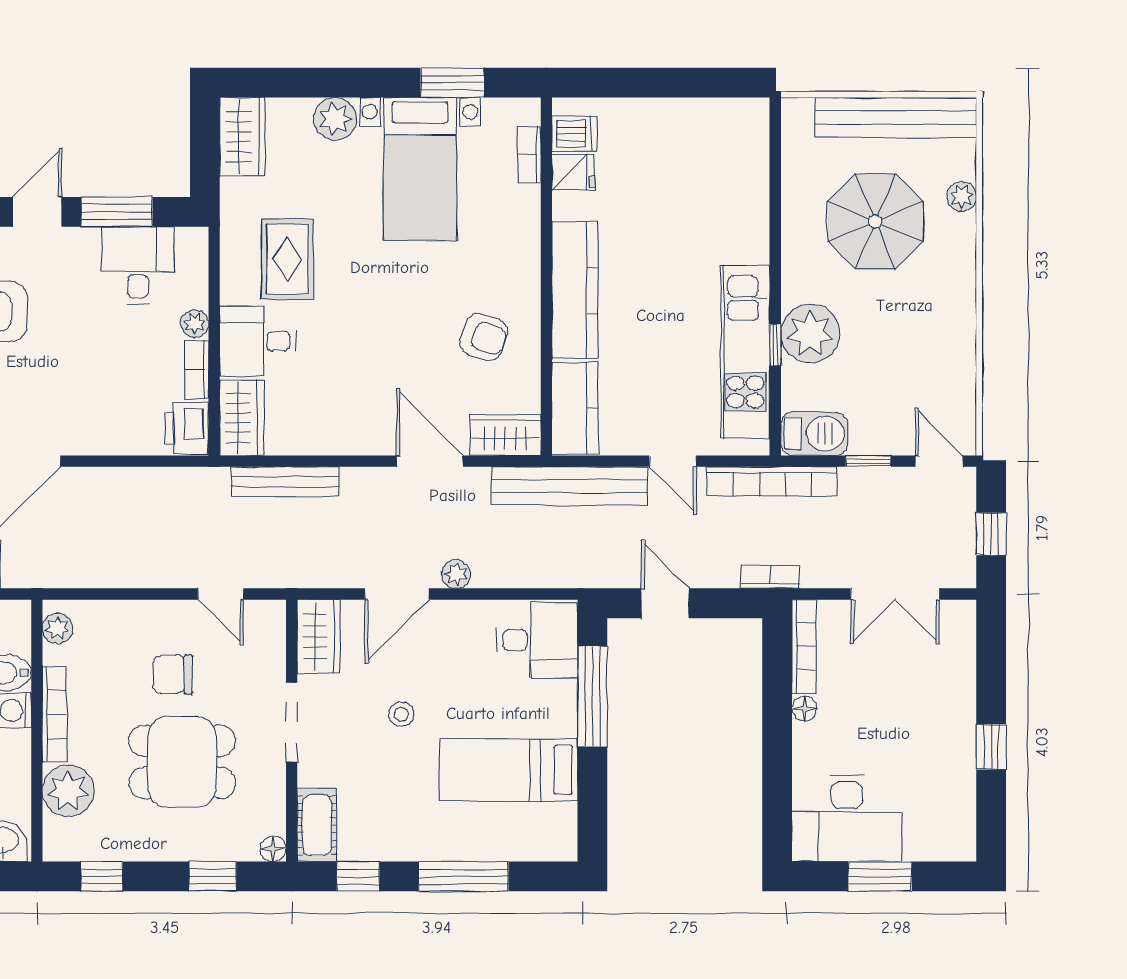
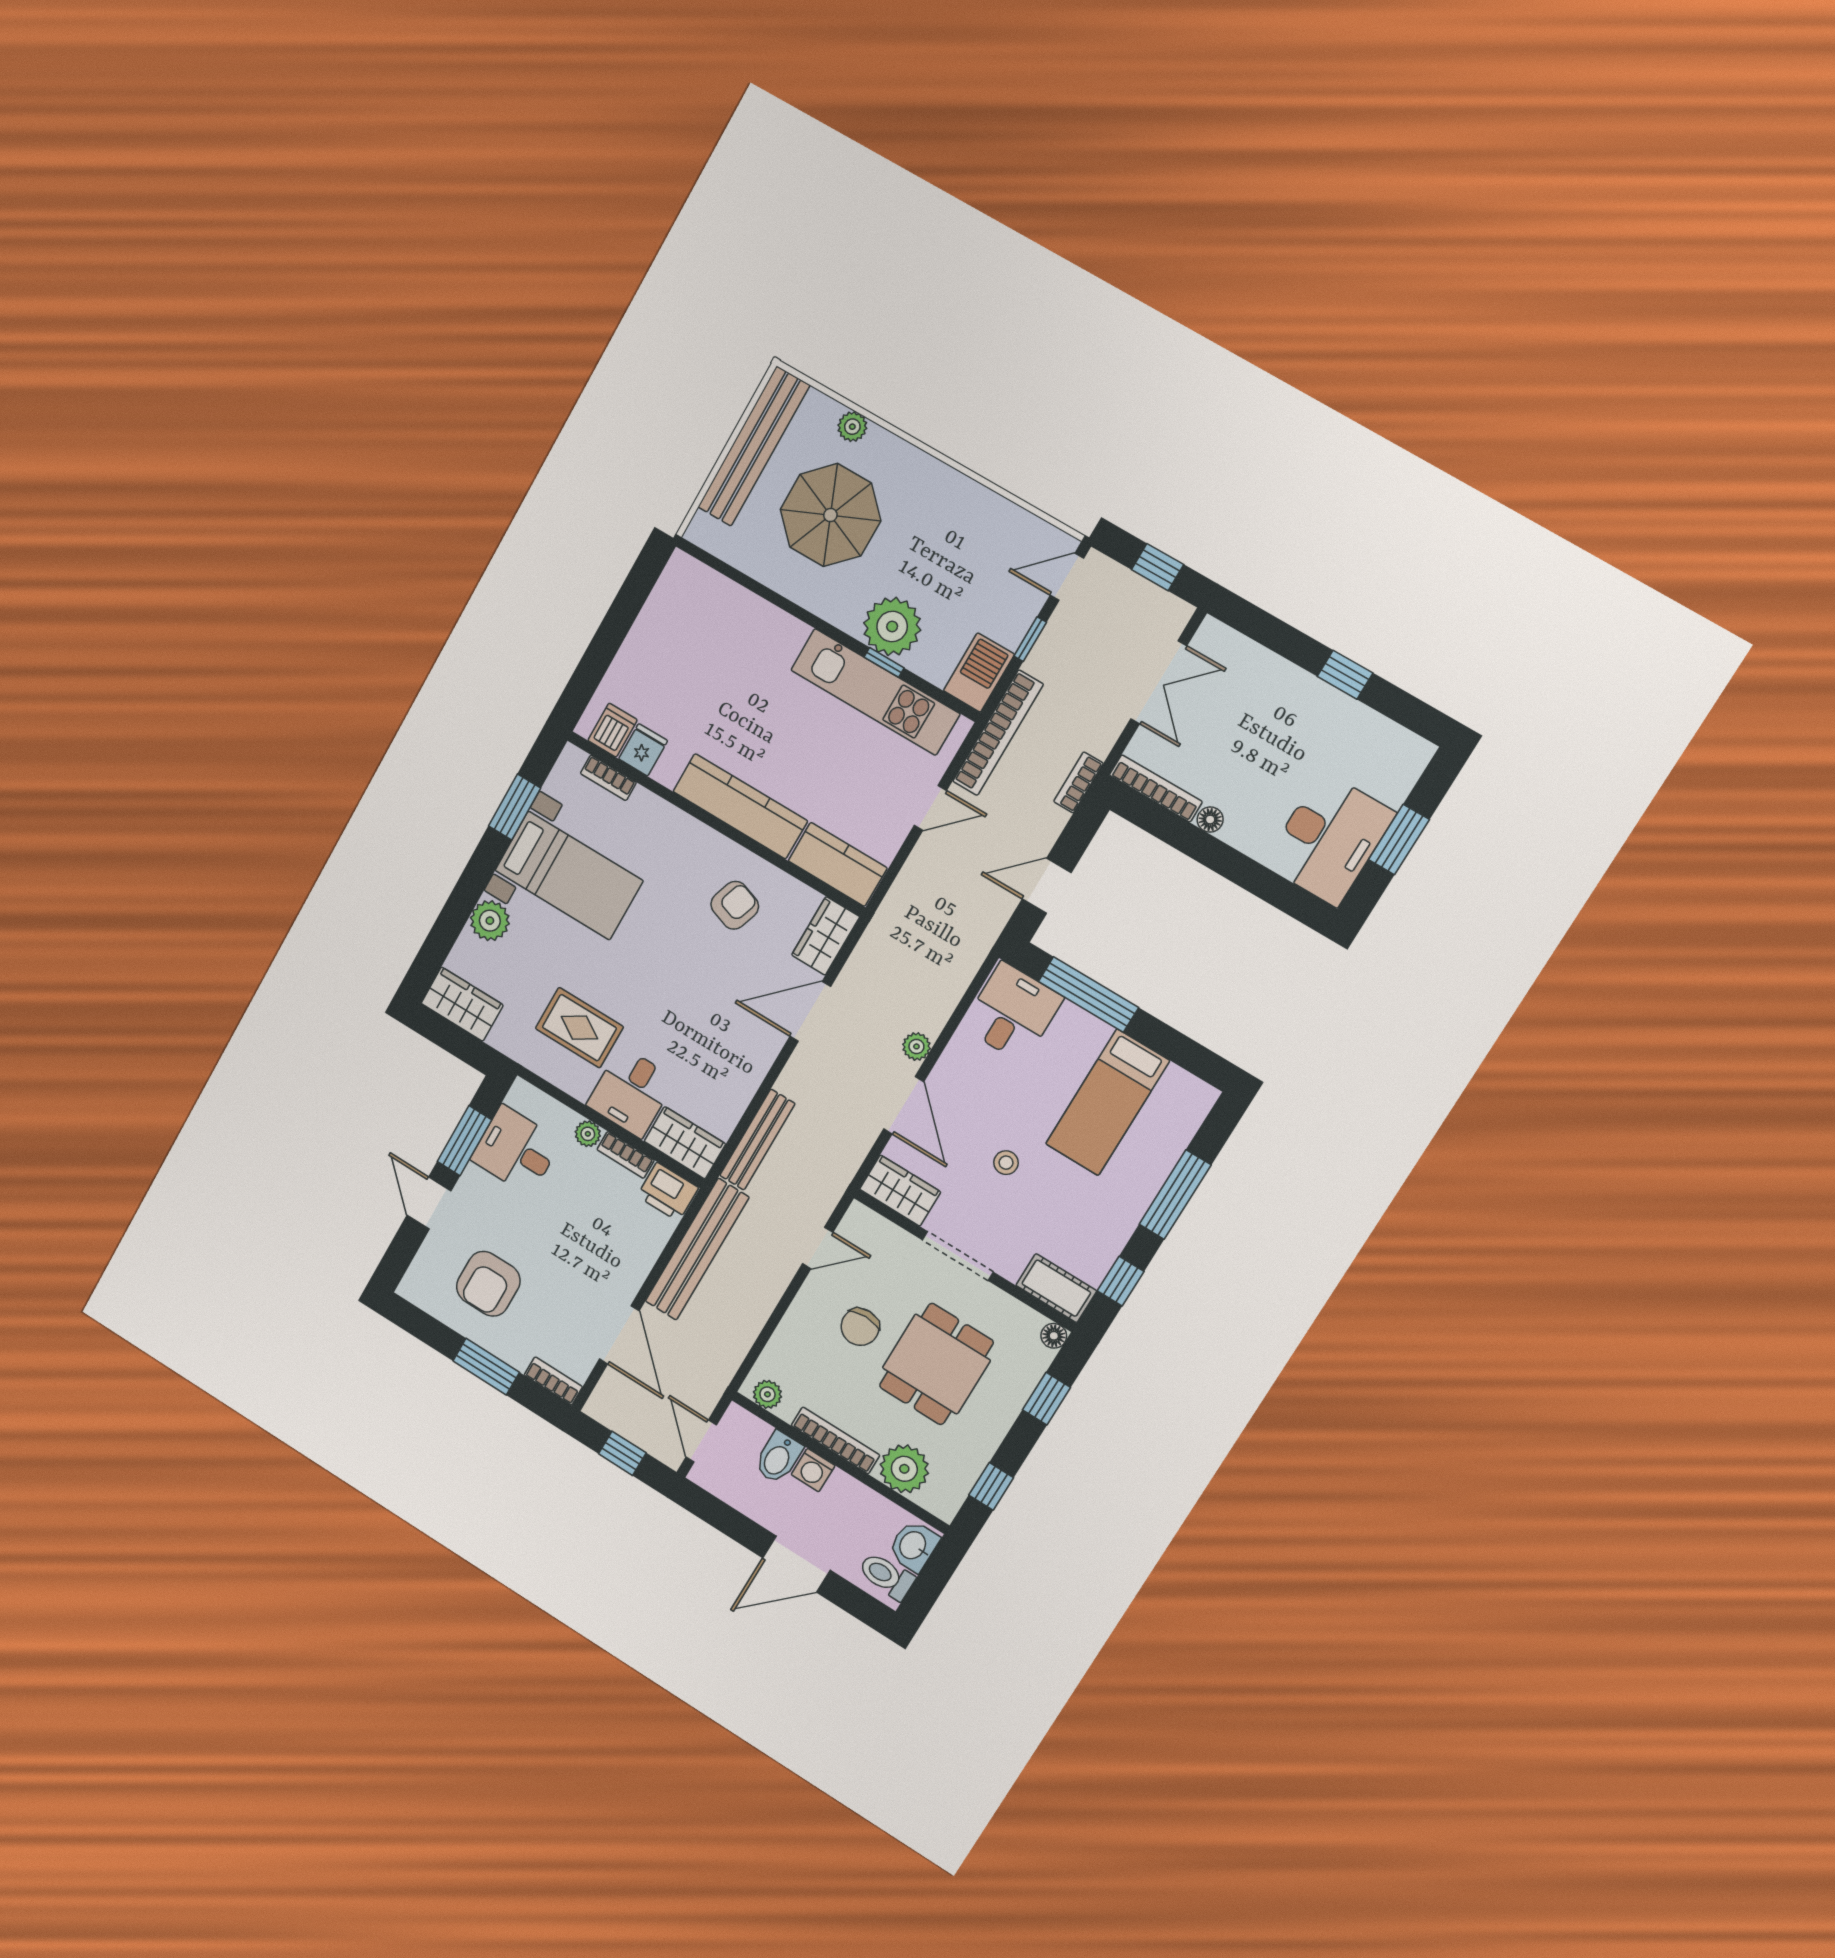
bench: (570, 486) -> (697, 1249), moved

